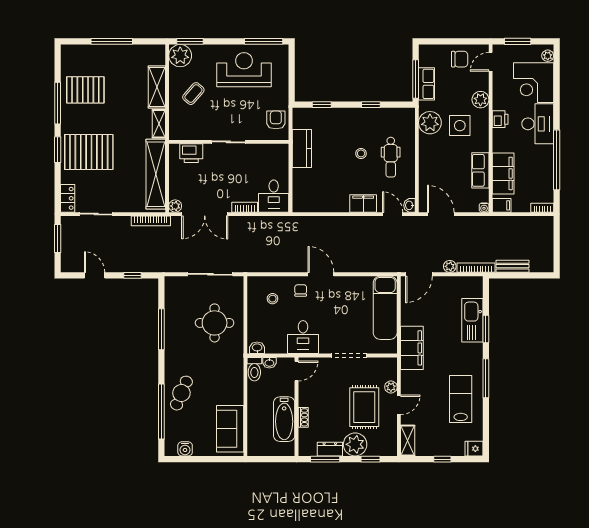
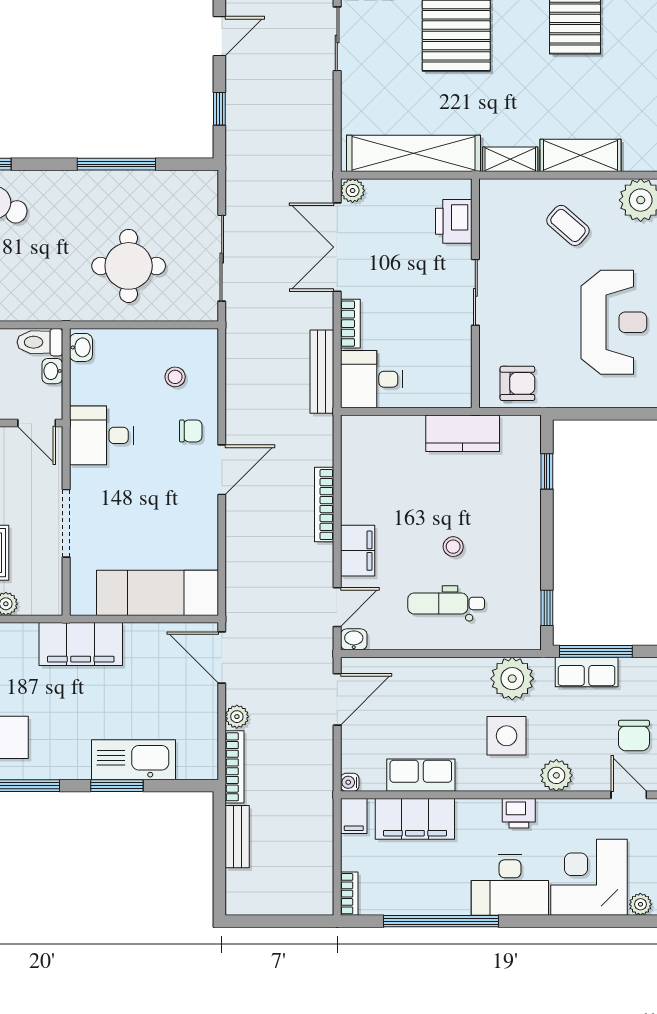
window: (371, 105) -> (547, 608), moved
bookcase: (151, 221) -> (324, 505), moved
bench: (270, 222) -> (322, 372), added

